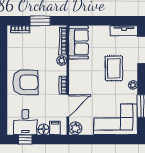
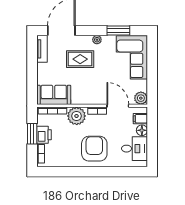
printer: (39, 33) -> (44, 135), added
plant: (62, 61) -> (77, 116), width x1.88, depth x1.88
window: (25, 139) -> (152, 149), removed

